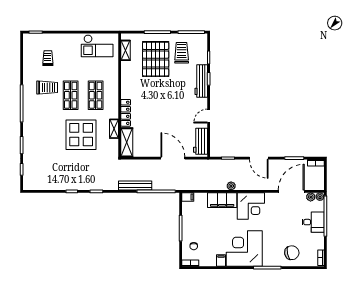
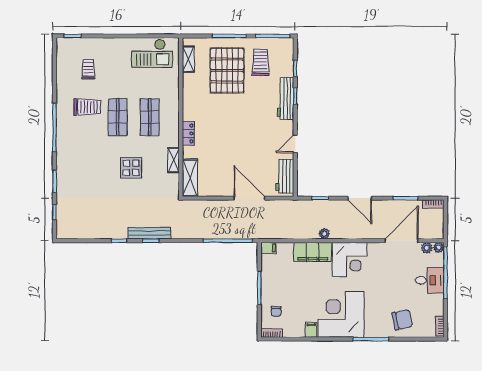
locker: (126, 113) -> (188, 133), width x0.66
display table: (81, 135) -> (131, 168), width x0.54, depth x0.54
bench: (135, 185) -> (149, 233), moved

